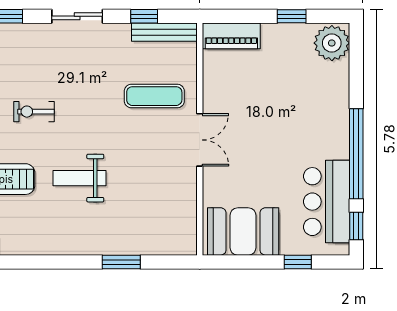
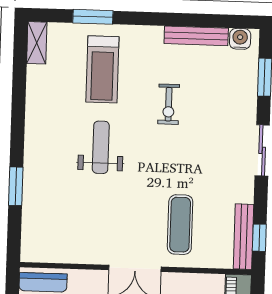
window: (144, 16) -> (259, 238), moved
exercise bike: (34, 112) -> (169, 104), turned 180

